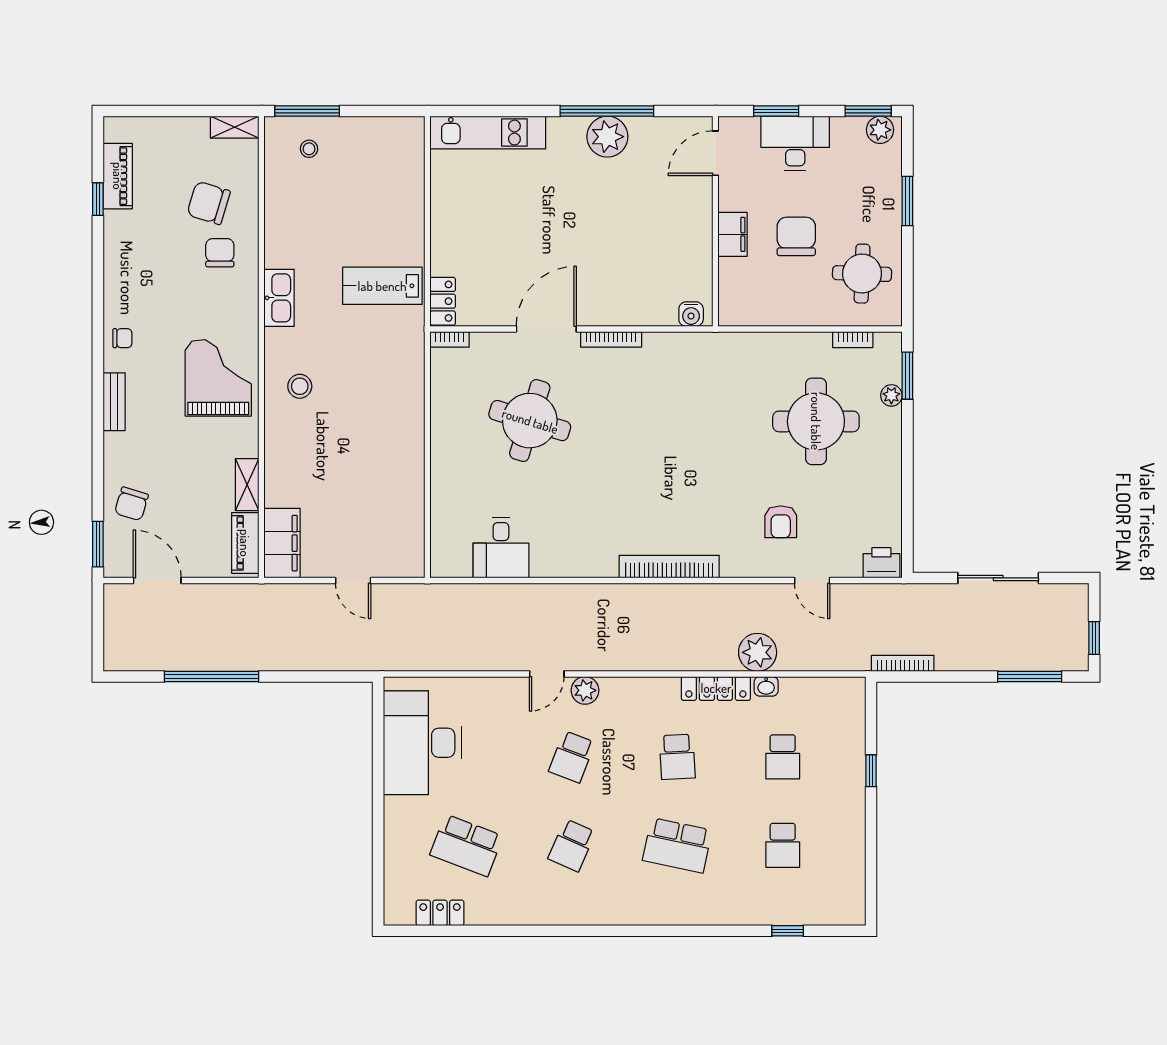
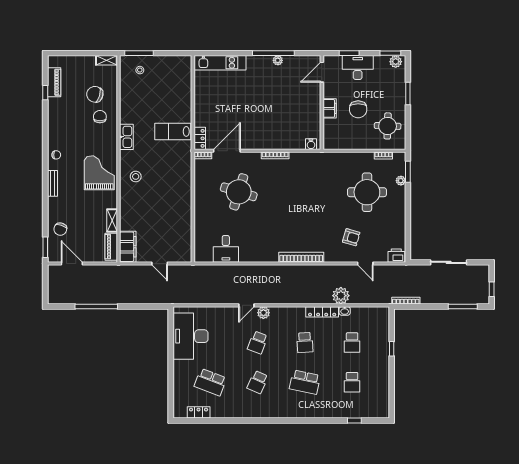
plant: (607, 137) -> (278, 60), width x0.53, depth x0.53
chair: (796, 236) -> (358, 109), turned 180
door: (546, 329) -> (227, 151), moved
armchair: (781, 522) -> (351, 237), turned -74

